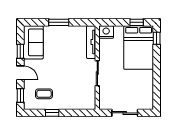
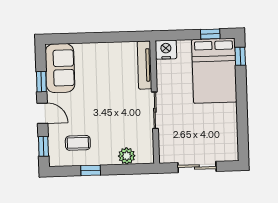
window: (59, 22) -> (96, 38), removed
plant: (77, 104) -> (127, 156), added

